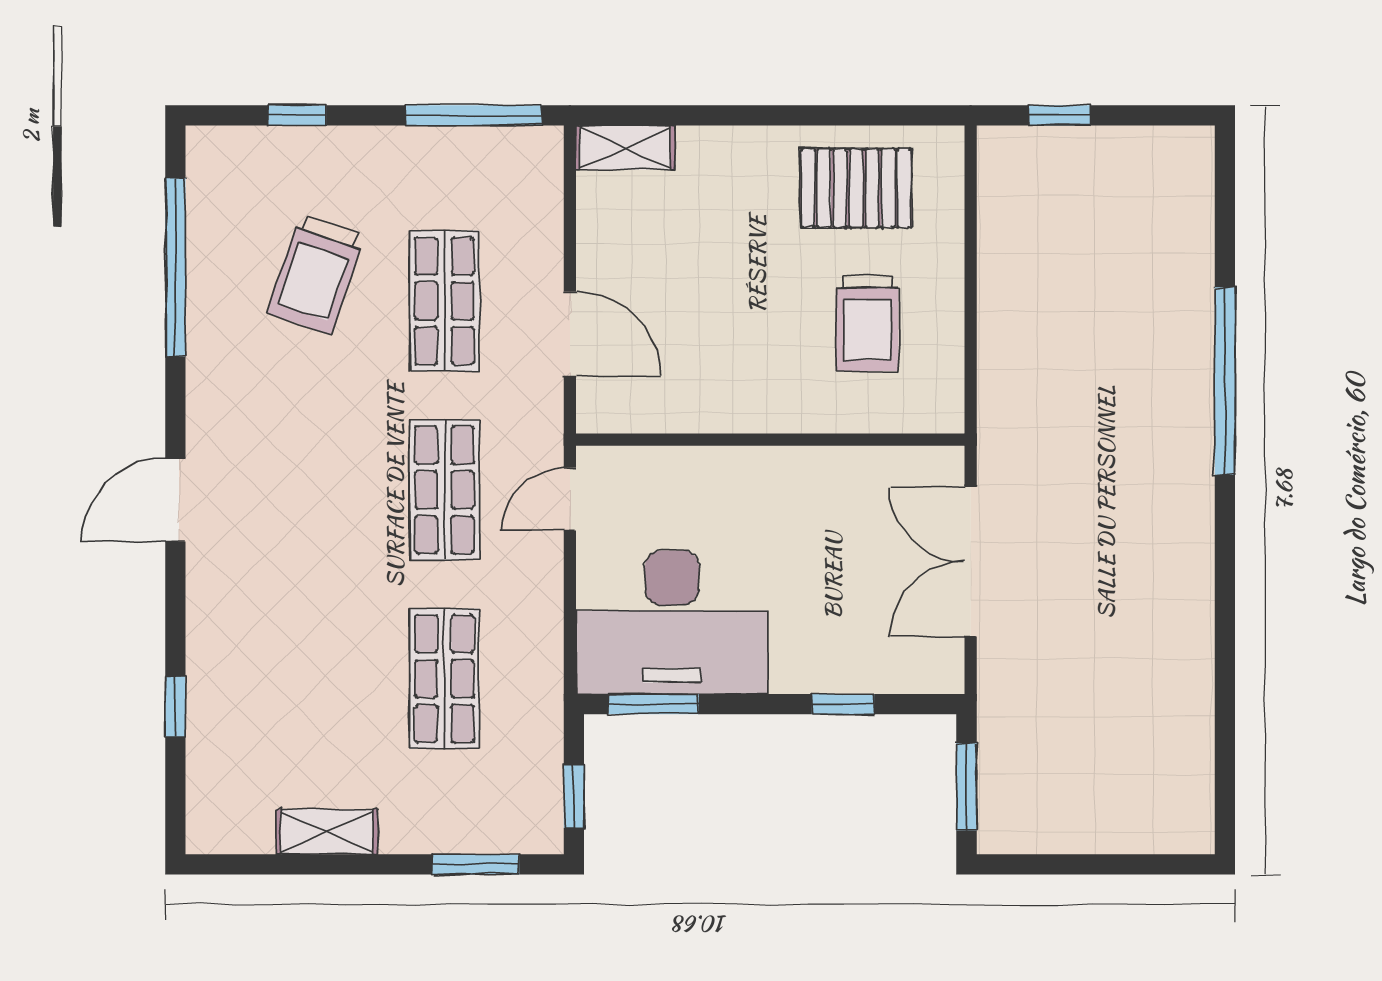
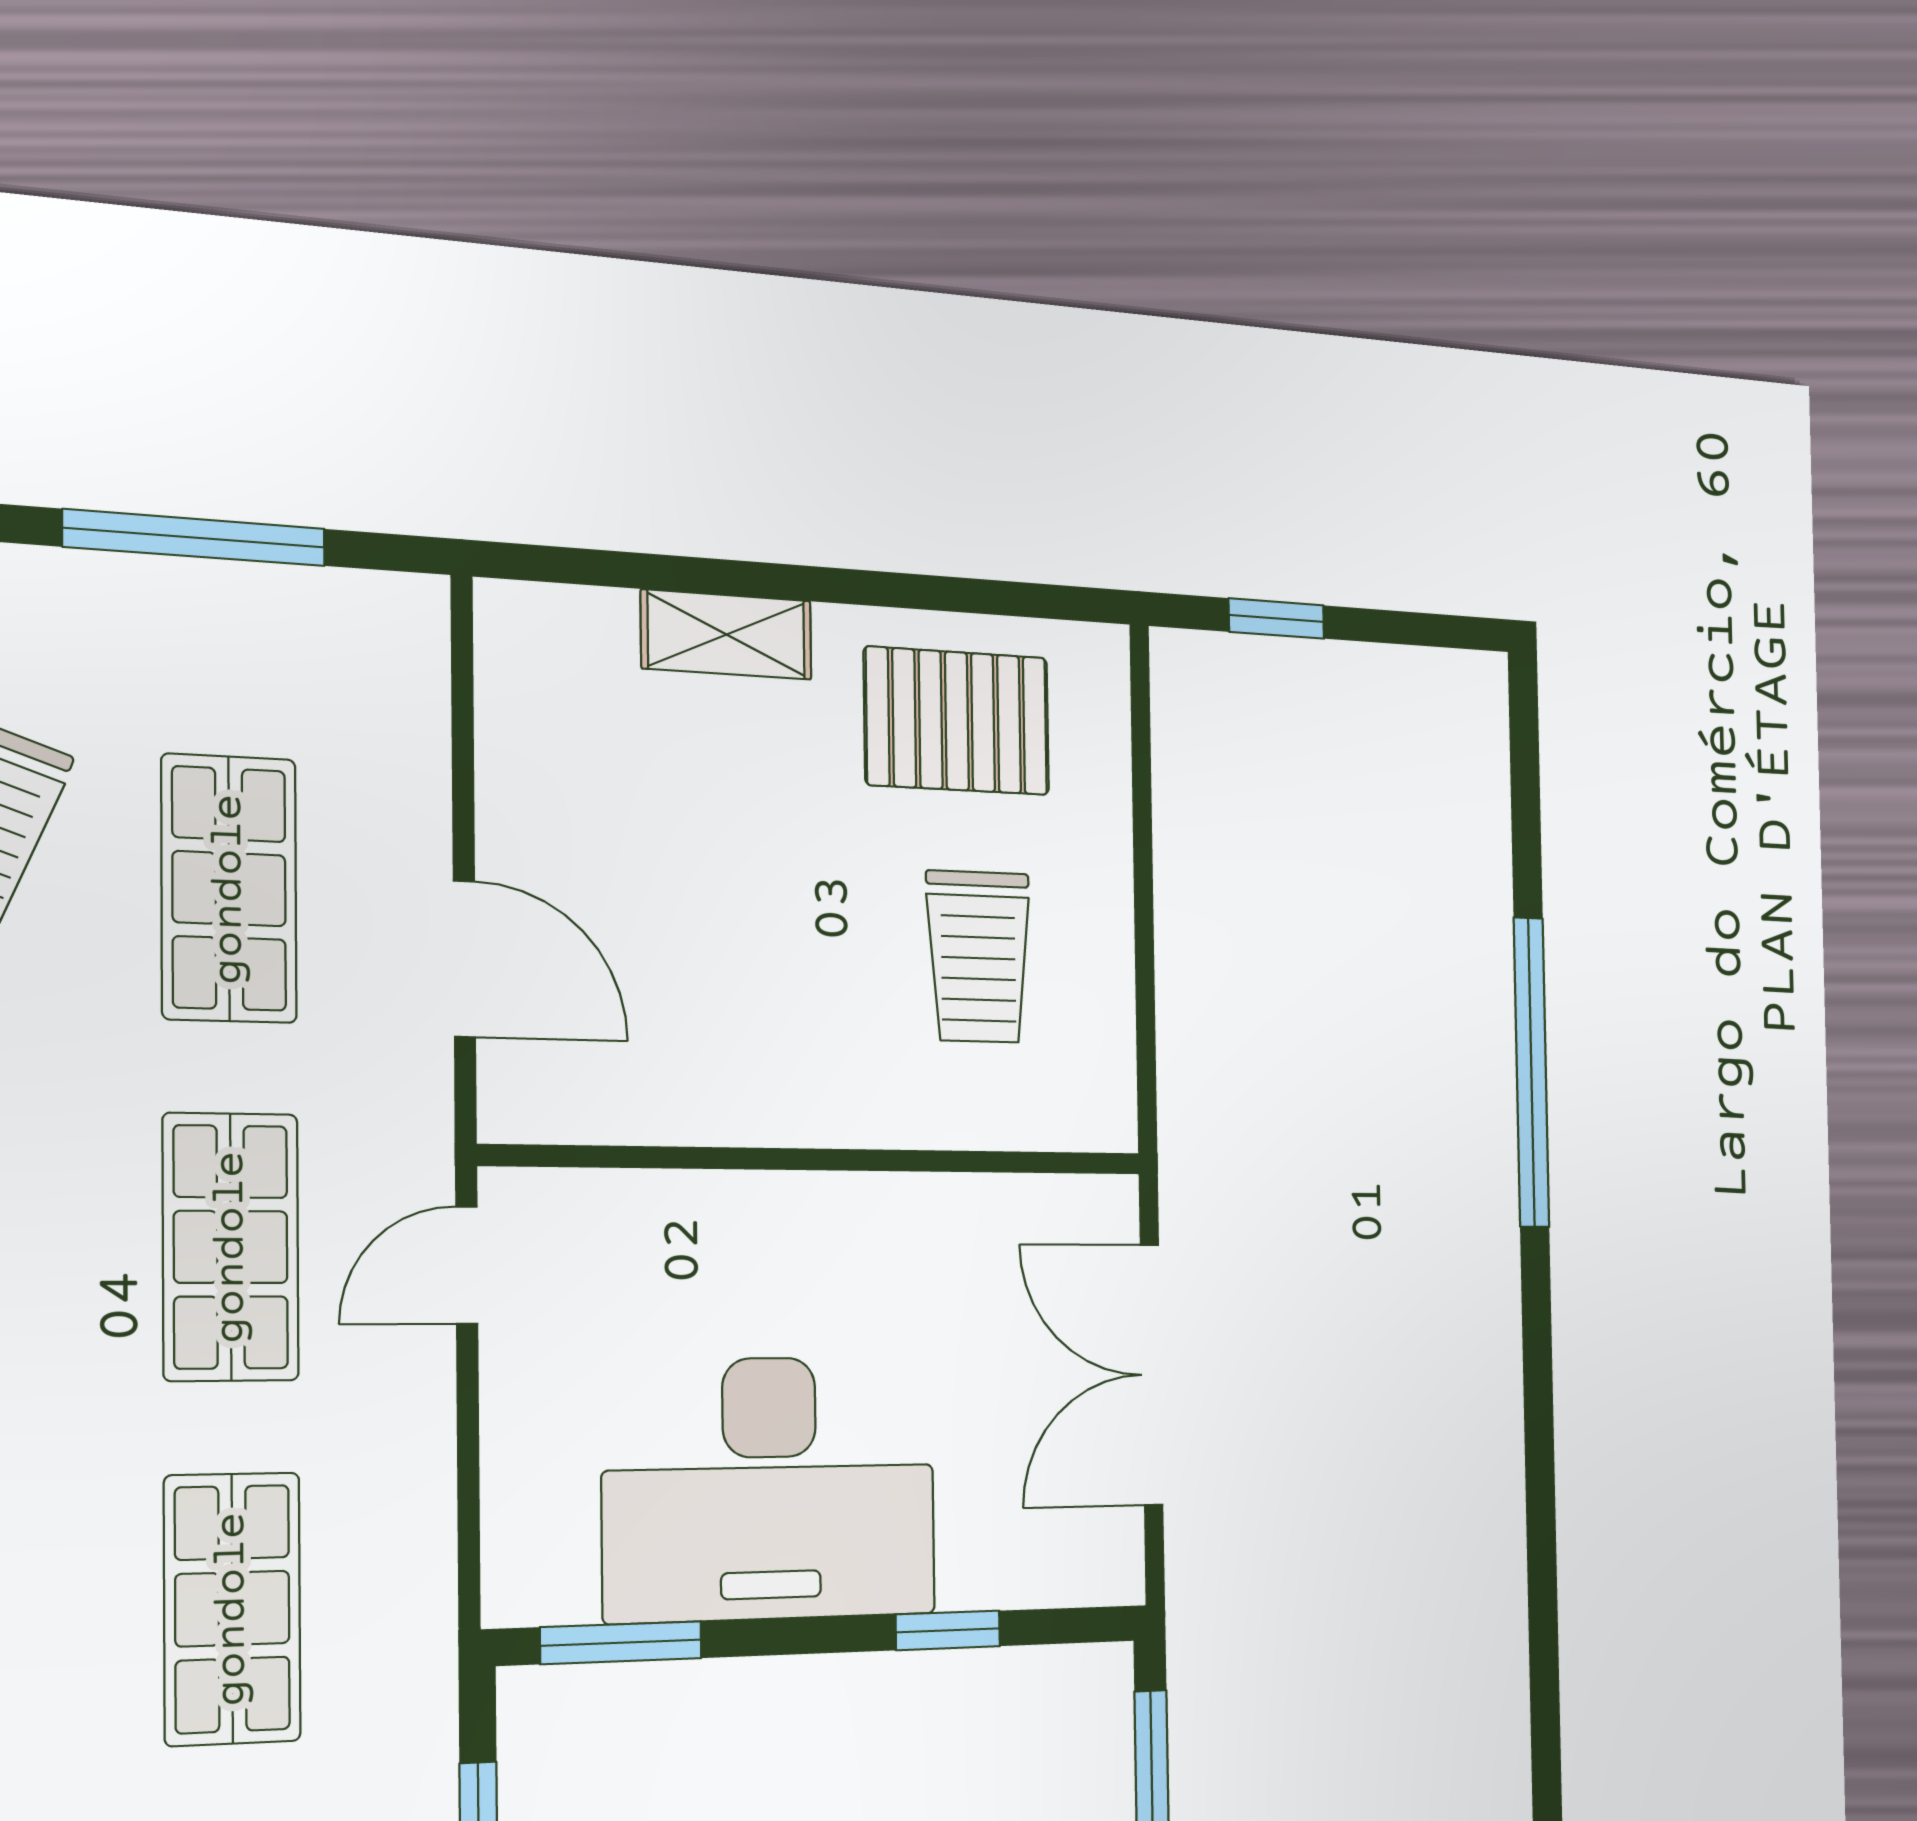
window: (473, 115) -> (195, 538), moved
shelving: (625, 147) -> (726, 635), moved
desk: (672, 622) -> (770, 1488), moved

